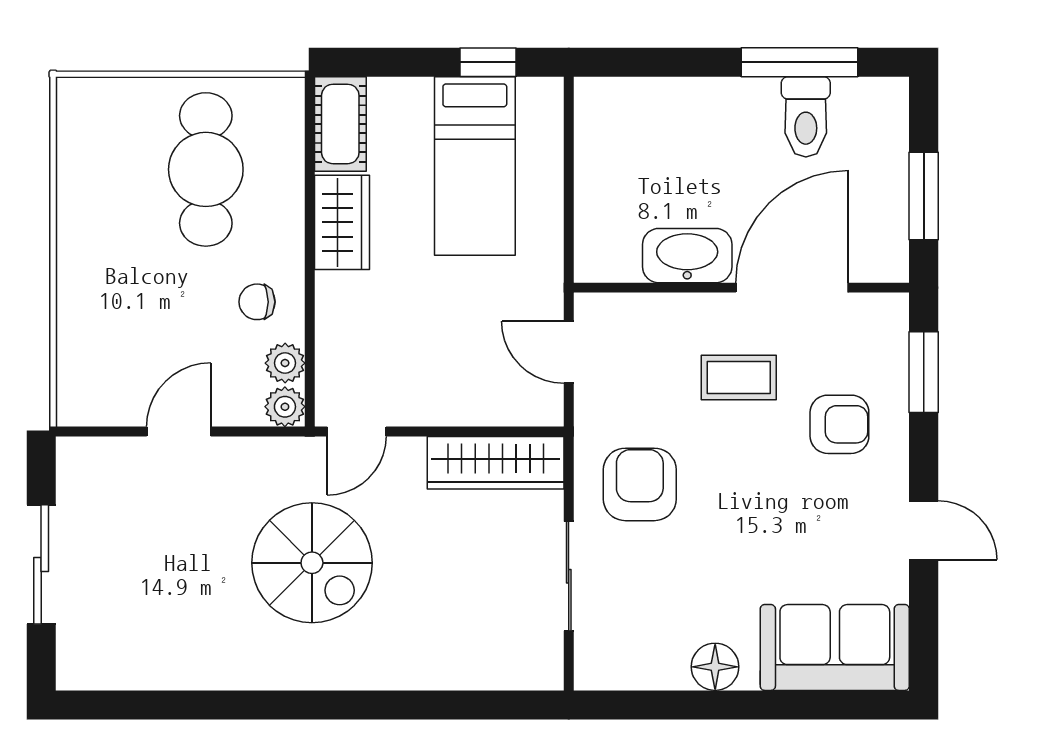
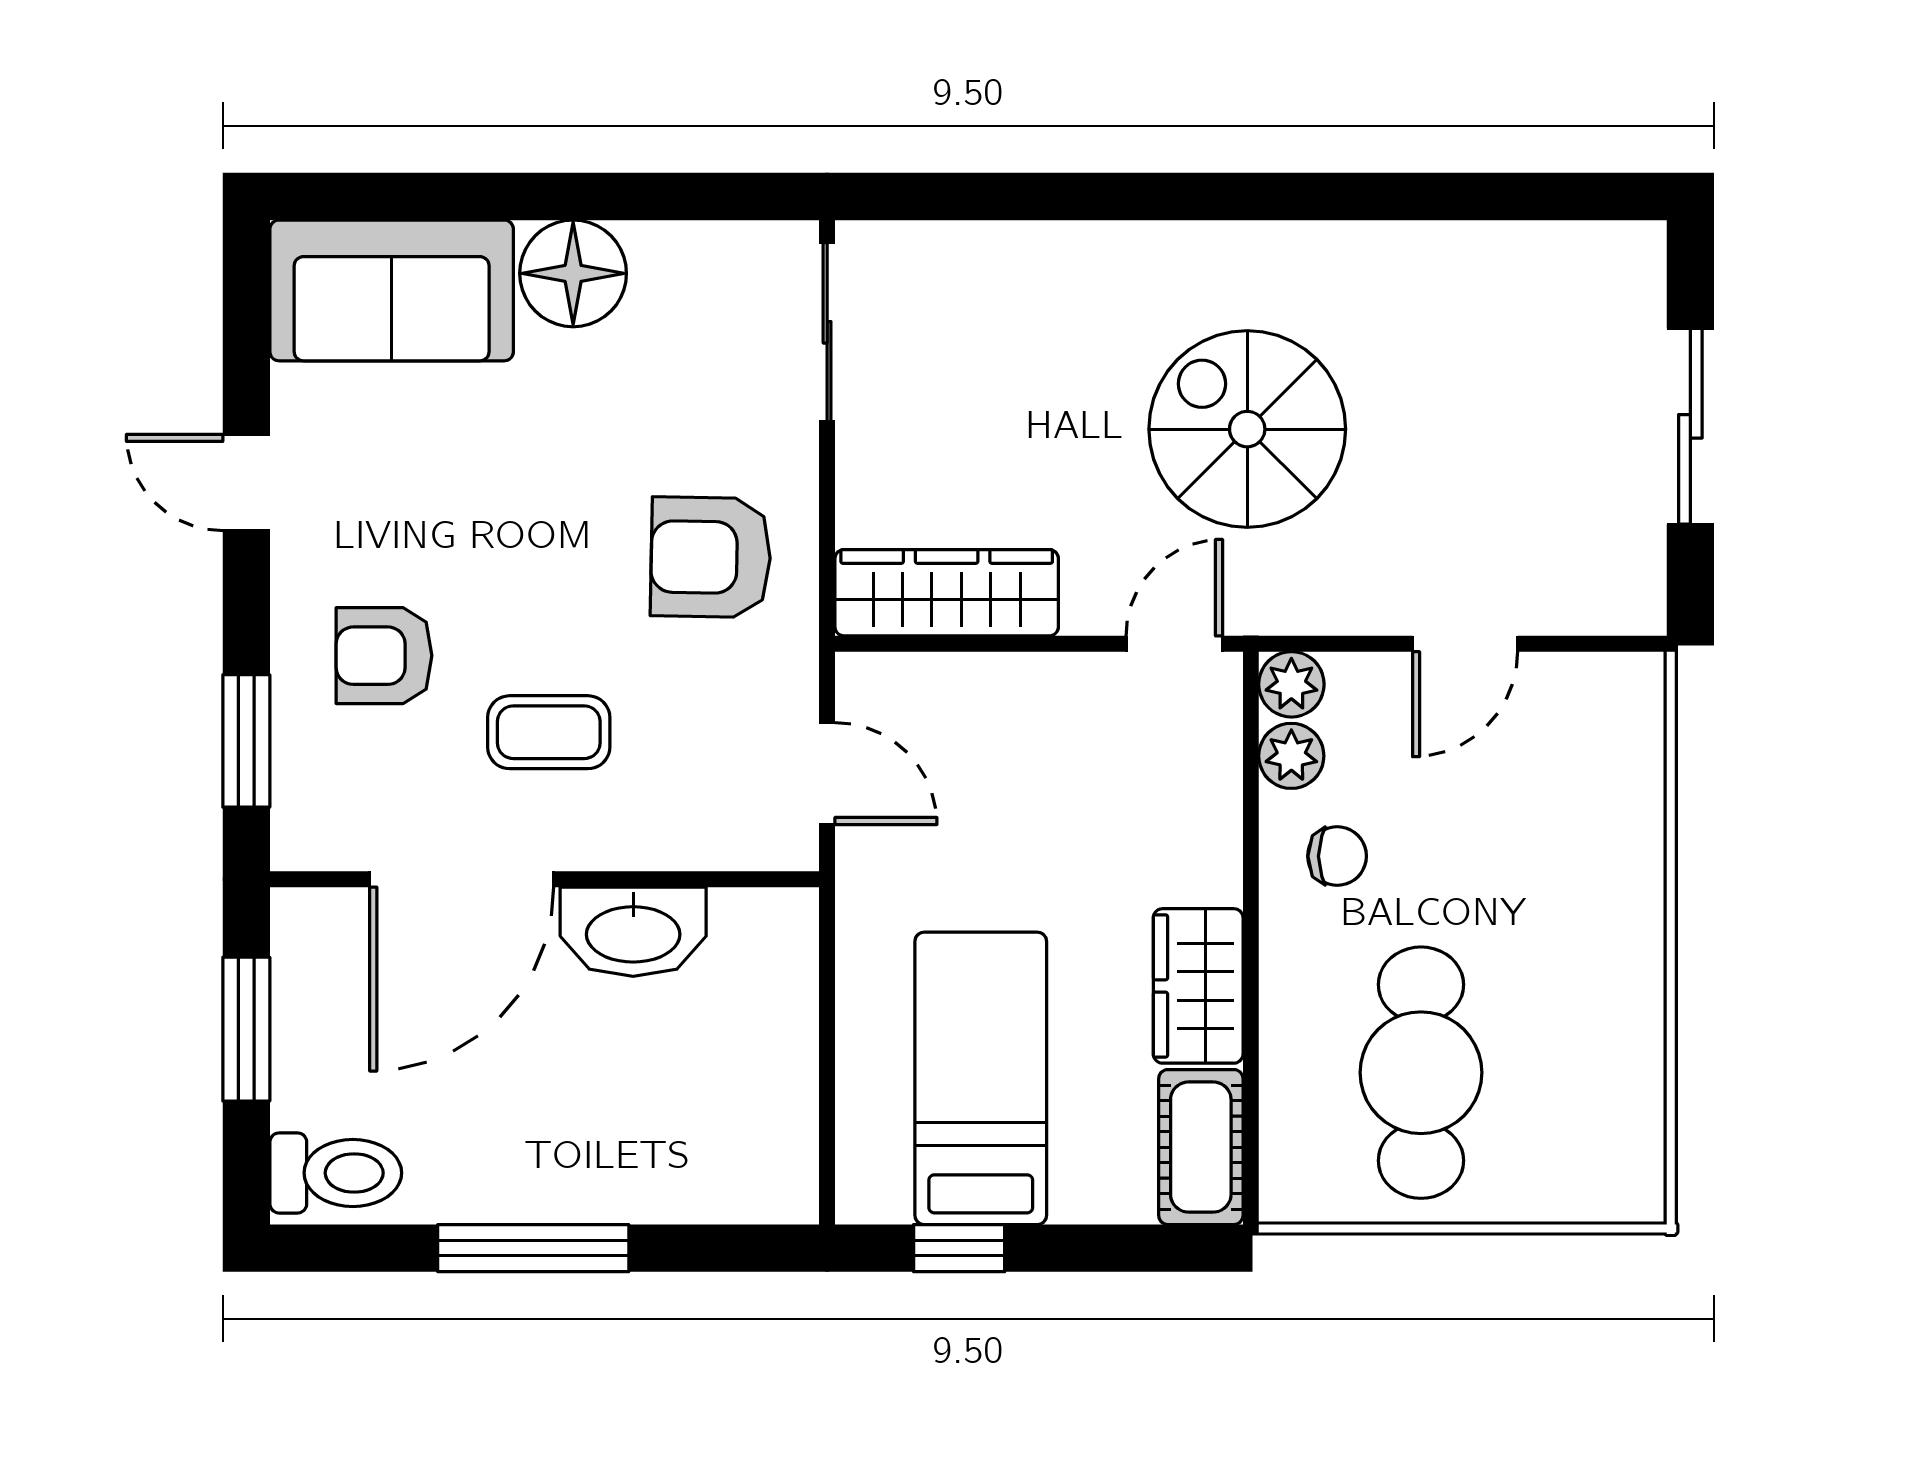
window: (799, 62) -> (533, 1248), moved
toilet: (806, 117) -> (336, 1173), moved, turned 90
armchair: (640, 484) -> (711, 557), turned 91
sliding door: (569, 576) -> (827, 332), moved
floor lamp: (715, 667) -> (573, 273), width x1.38, depth x1.38

